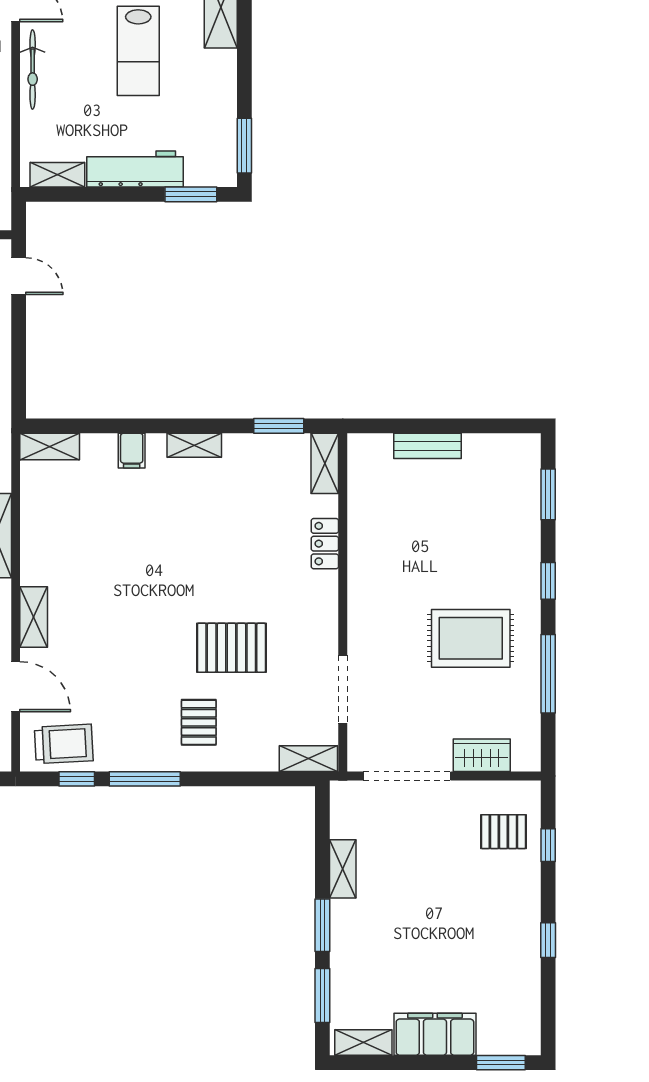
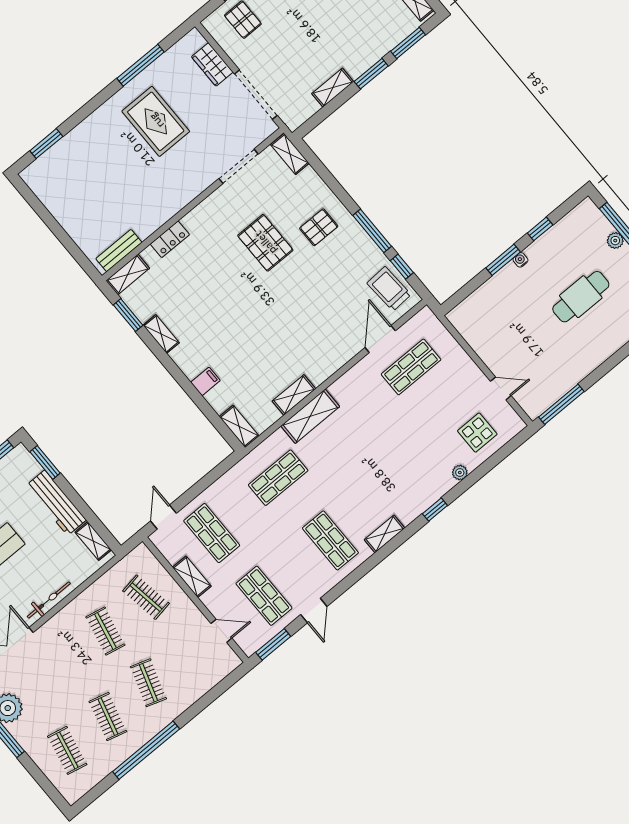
shelving: (194, 445) -> (161, 334), moved
bench: (428, 446) -> (119, 251), moved, turned 90
window: (548, 581) -> (92, 106), removed
shelving: (34, 617) -> (294, 395), moved

